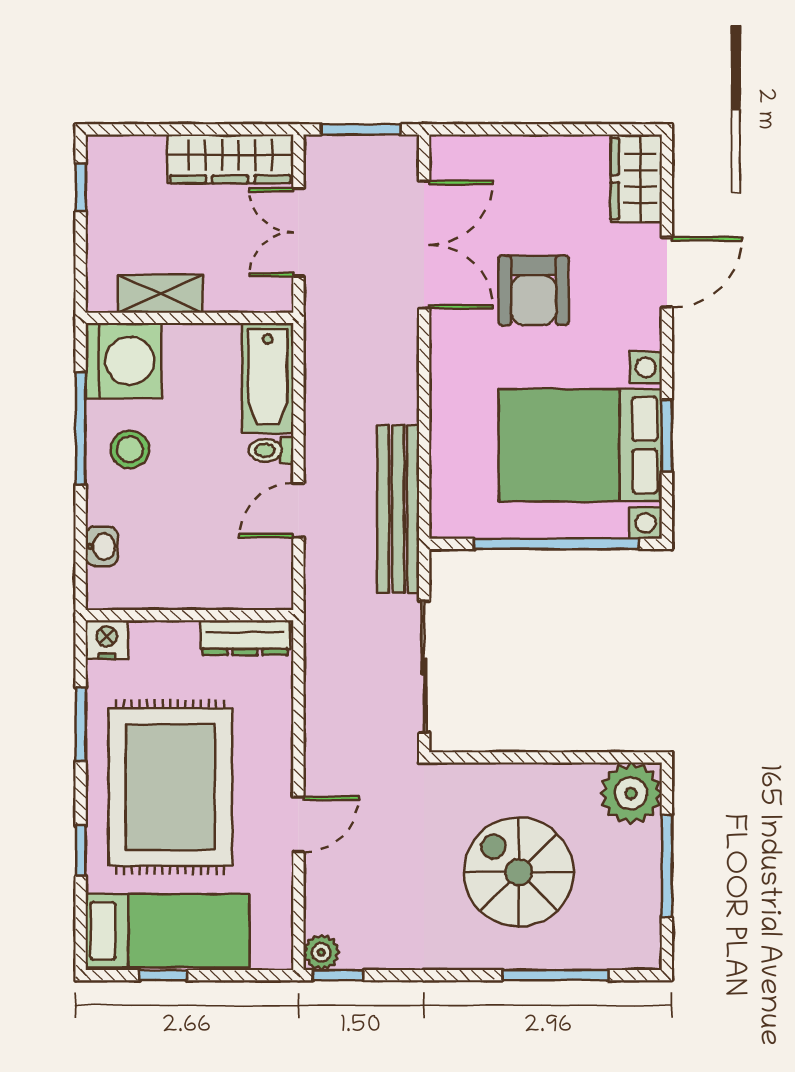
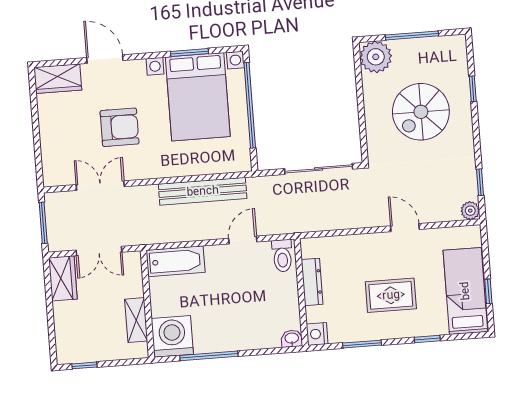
wardrobe: (230, 159) -> (63, 278), width x0.67
double door: (424, 245) -> (100, 186), width x0.73
stool: (130, 449) -> (218, 330), removed
toilet: (271, 450) -> (282, 256), moved, width x1.37, depth x1.39
bench: (398, 509) -> (203, 191), moved
door: (298, 510) -> (243, 240), swing flipped
washbasin: (102, 546) -> (292, 339), moved
dresser: (245, 638) -> (312, 282), moved
rug: (170, 787) -> (391, 295), width x0.54, depth x0.49
window: (338, 975) -> (480, 182), moved
window: (555, 975) -> (473, 89), width x0.46

